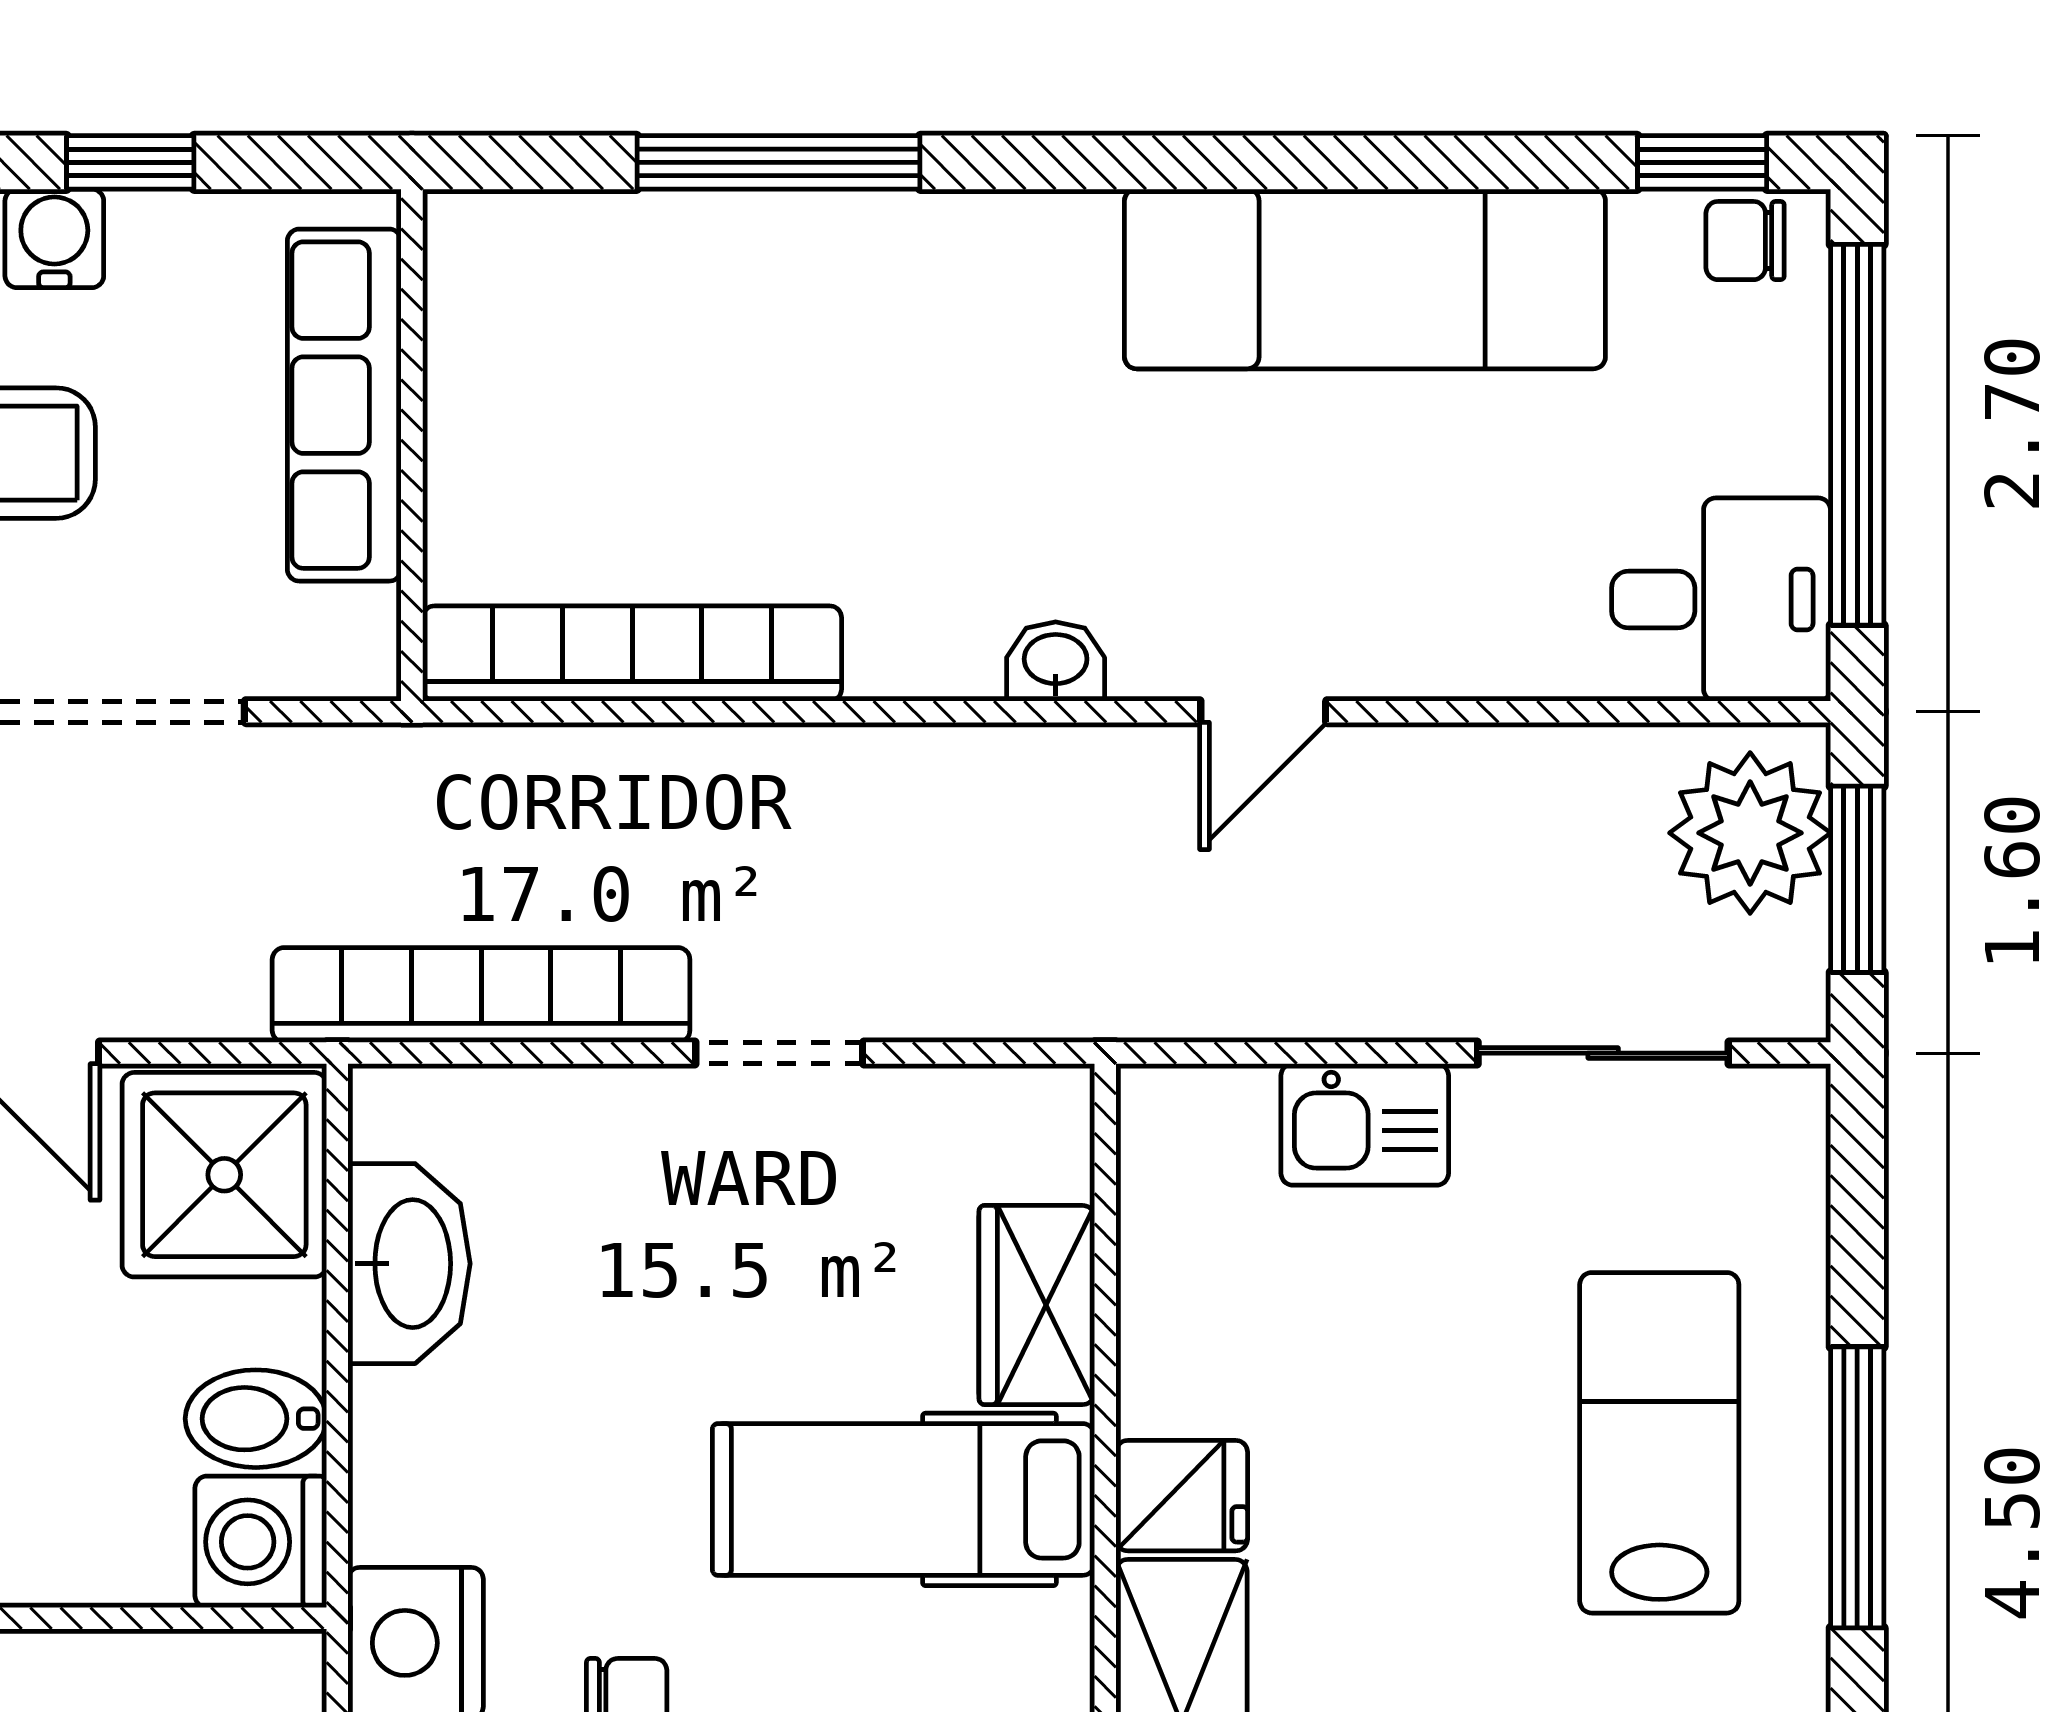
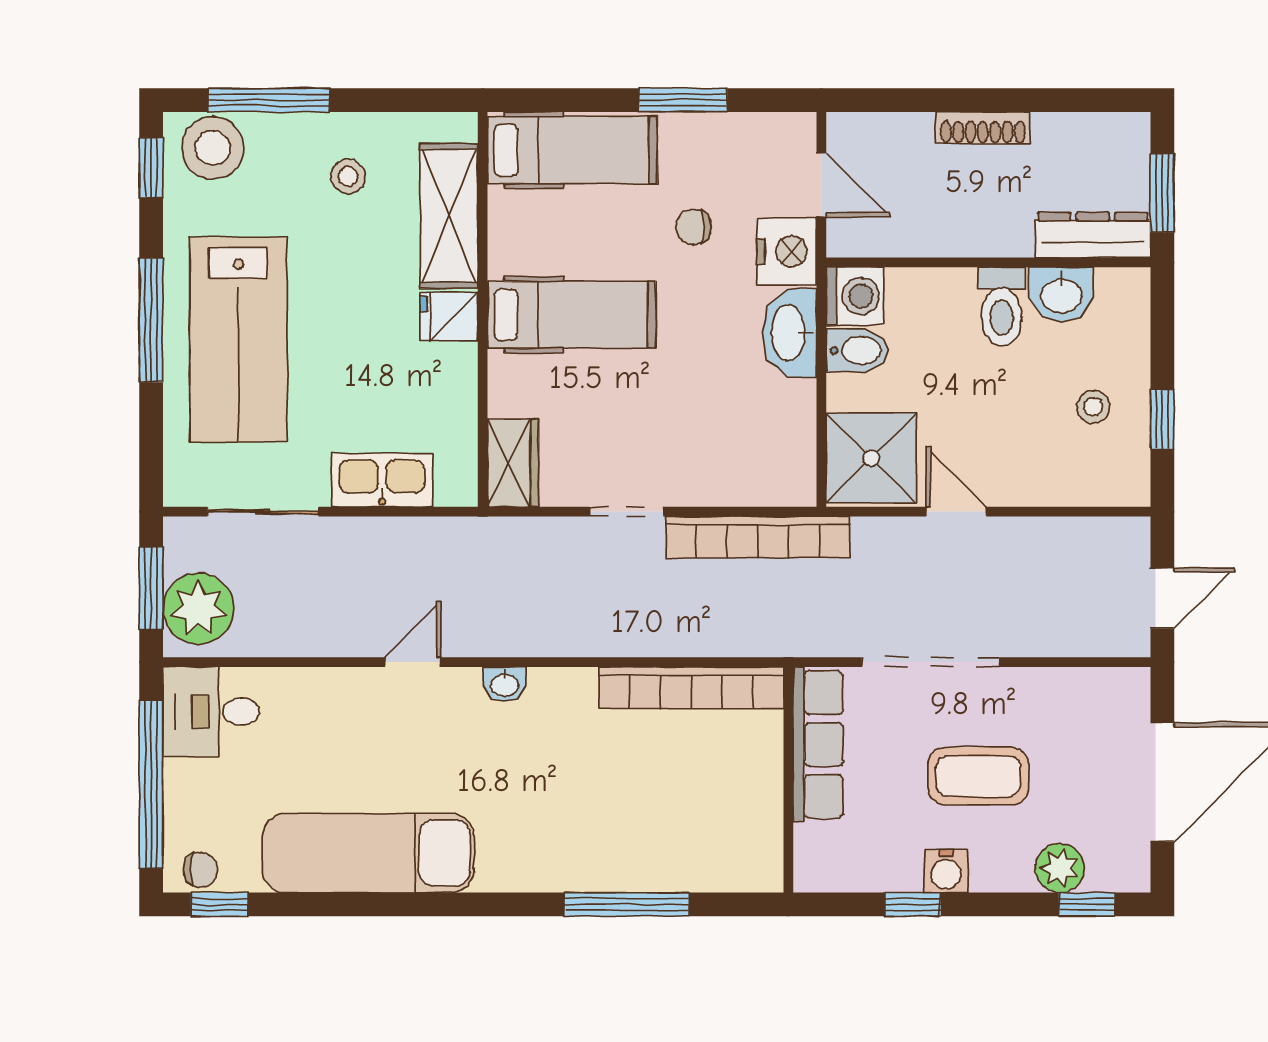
row of seats: (344, 405) -> (818, 744), moved
kitchen sink: (1365, 1124) -> (382, 480), width x1.38
washbasin: (409, 1264) -> (790, 333), moved
wardrobe: (1037, 1305) -> (513, 463), moved
lab bench: (1659, 1443) -> (238, 340), width x1.36, depth x1.39

